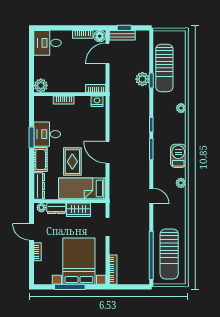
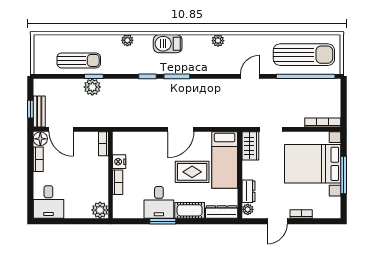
sun lounger: (164, 68) -> (79, 60), width x0.73, depth x0.75
nightstand: (97, 101) -> (119, 162), moved
barbecue: (178, 156) -> (168, 44), moved
door: (151, 196) -> (250, 76), moved
wardrobe: (78, 210) -> (250, 146), moved

